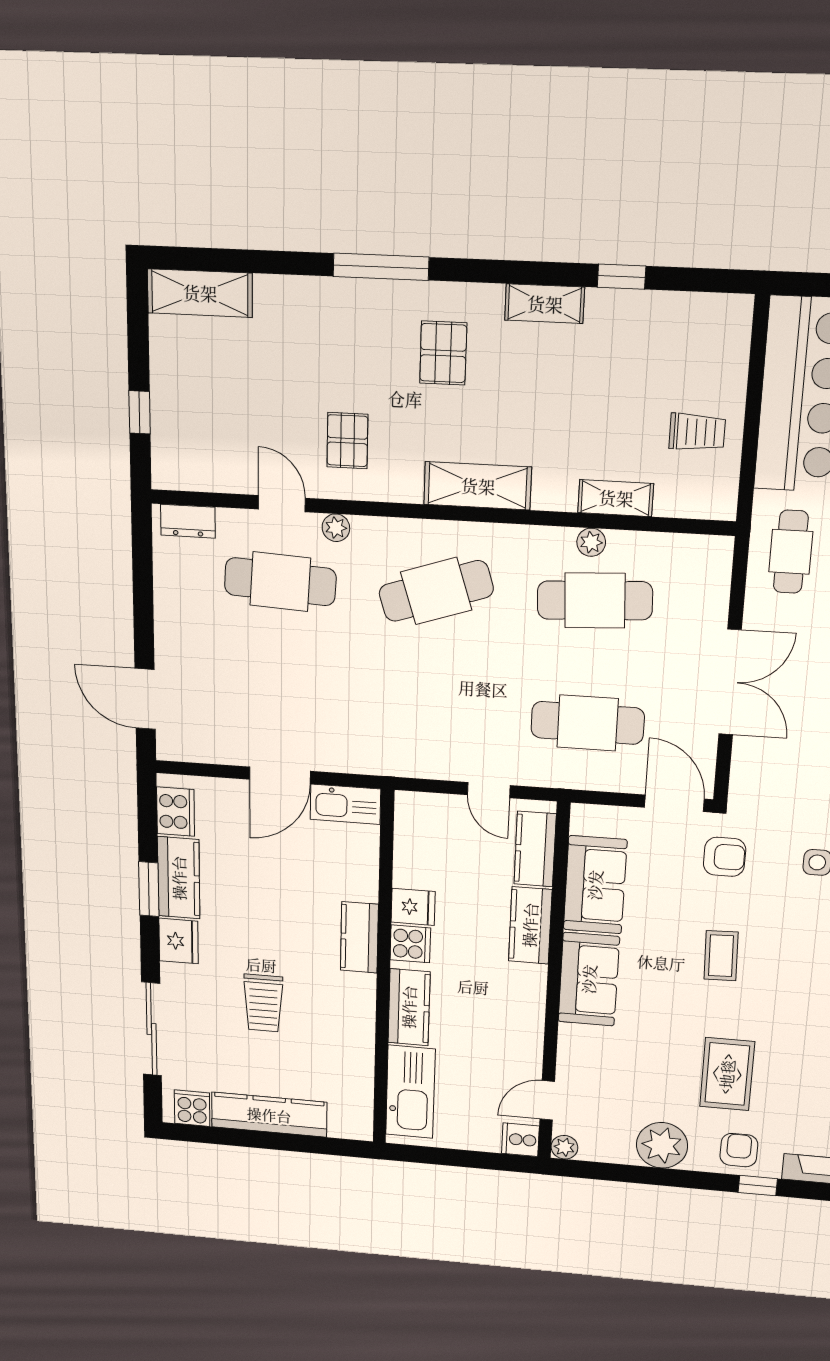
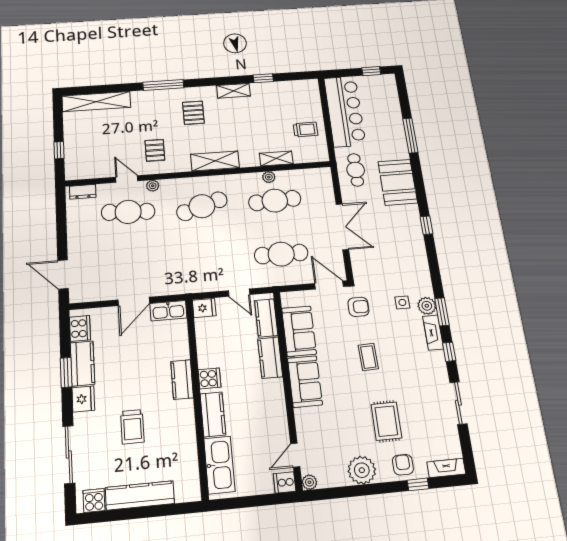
shelving: (200, 293) -> (96, 102), width x1.47
fridge: (413, 907) -> (204, 308), moved

